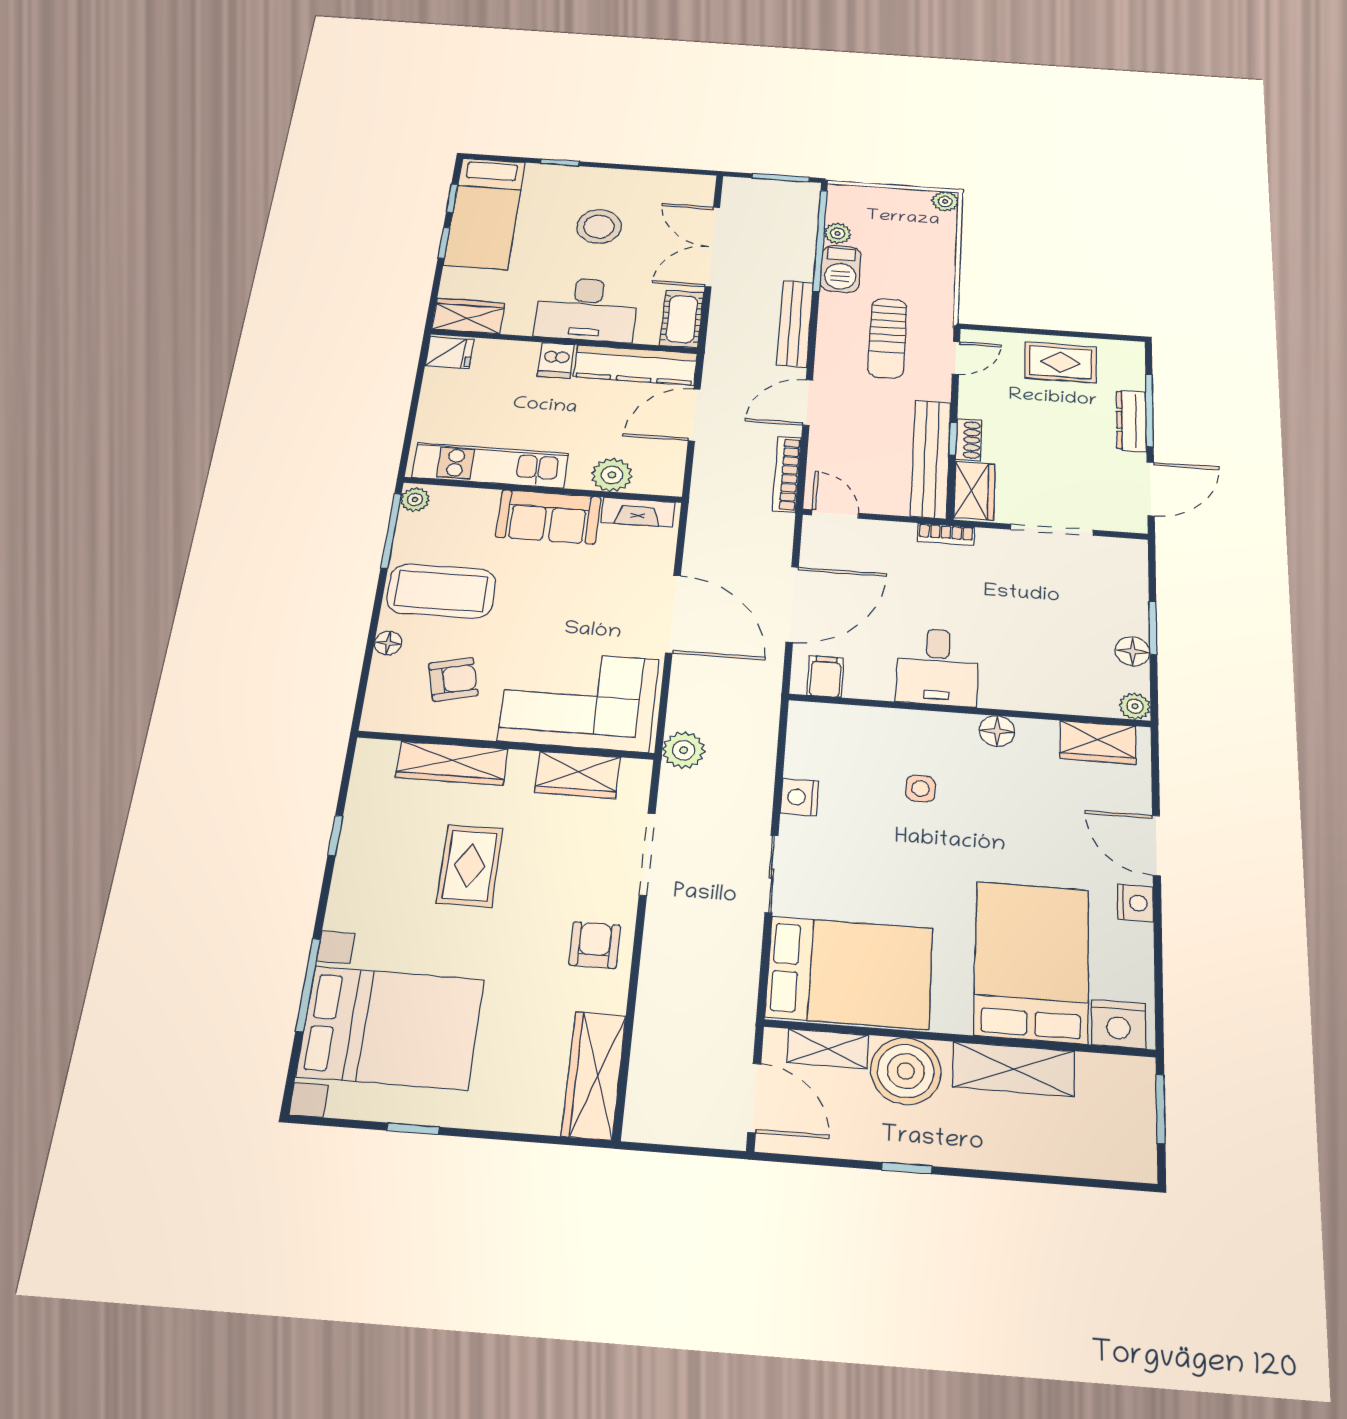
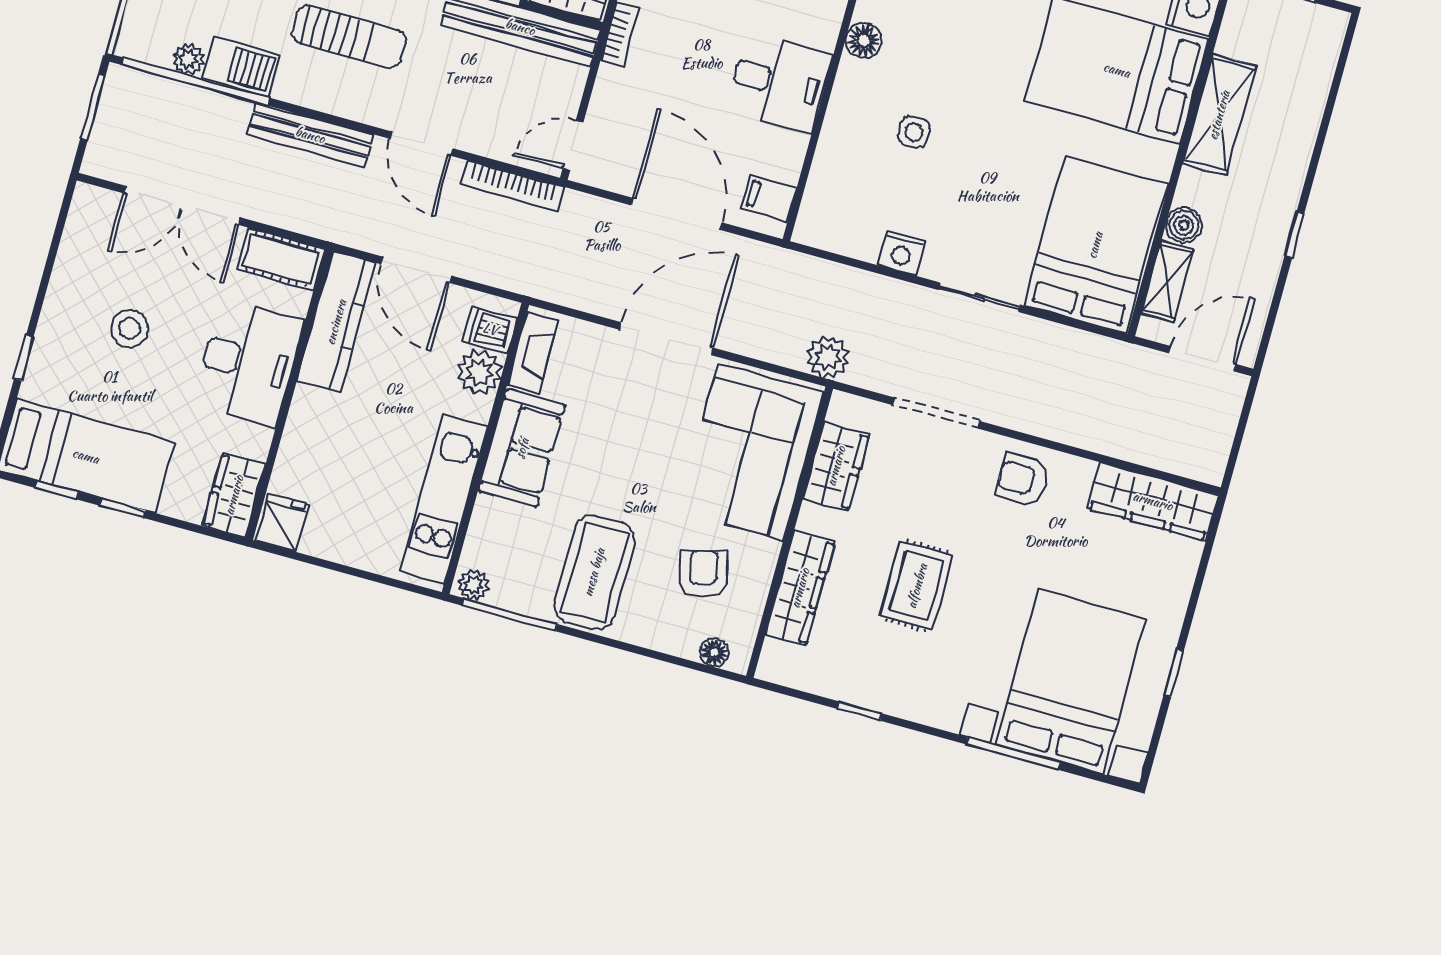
stool: (599, 227) -> (130, 329), width x0.73, depth x0.73
dishwasher: (556, 360) -> (490, 329), moved, turned 180
floor lamp: (388, 643) -> (714, 652), moved
rug: (470, 866) -> (917, 586), turned 90
boiler: (906, 1071) -> (1184, 225), width x0.54, depth x0.54

